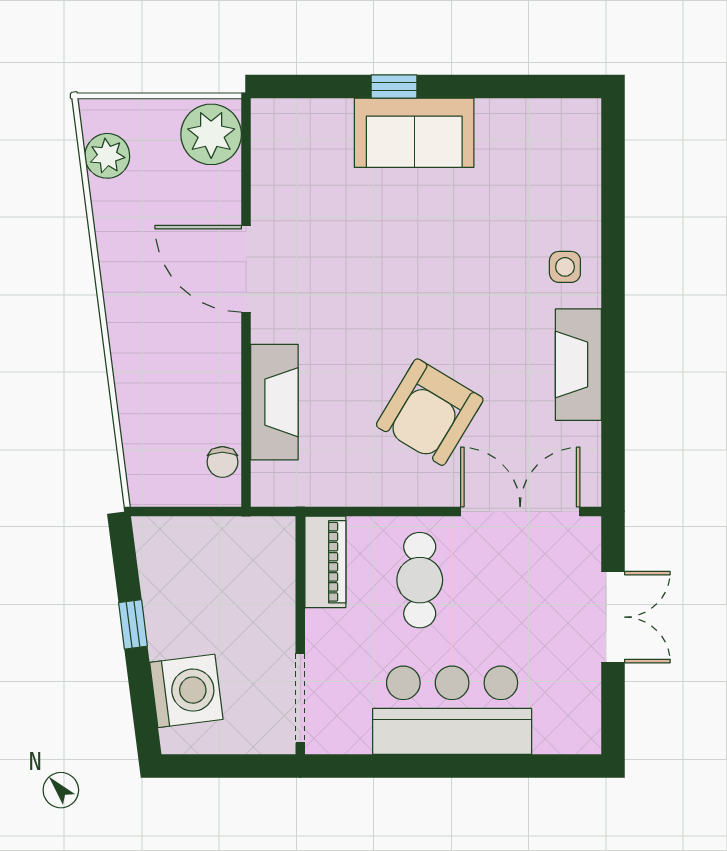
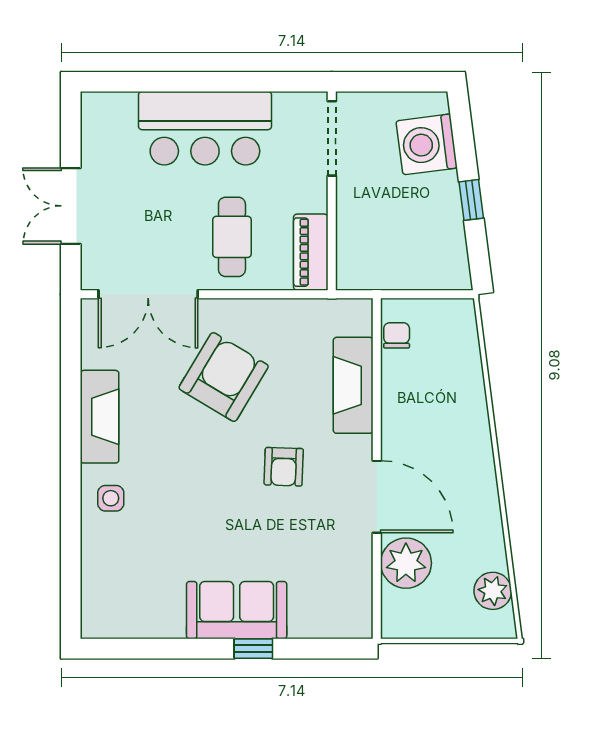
plant: (211, 134) -> (406, 563), moved
armchair: (358, 305) -> (284, 467), added

